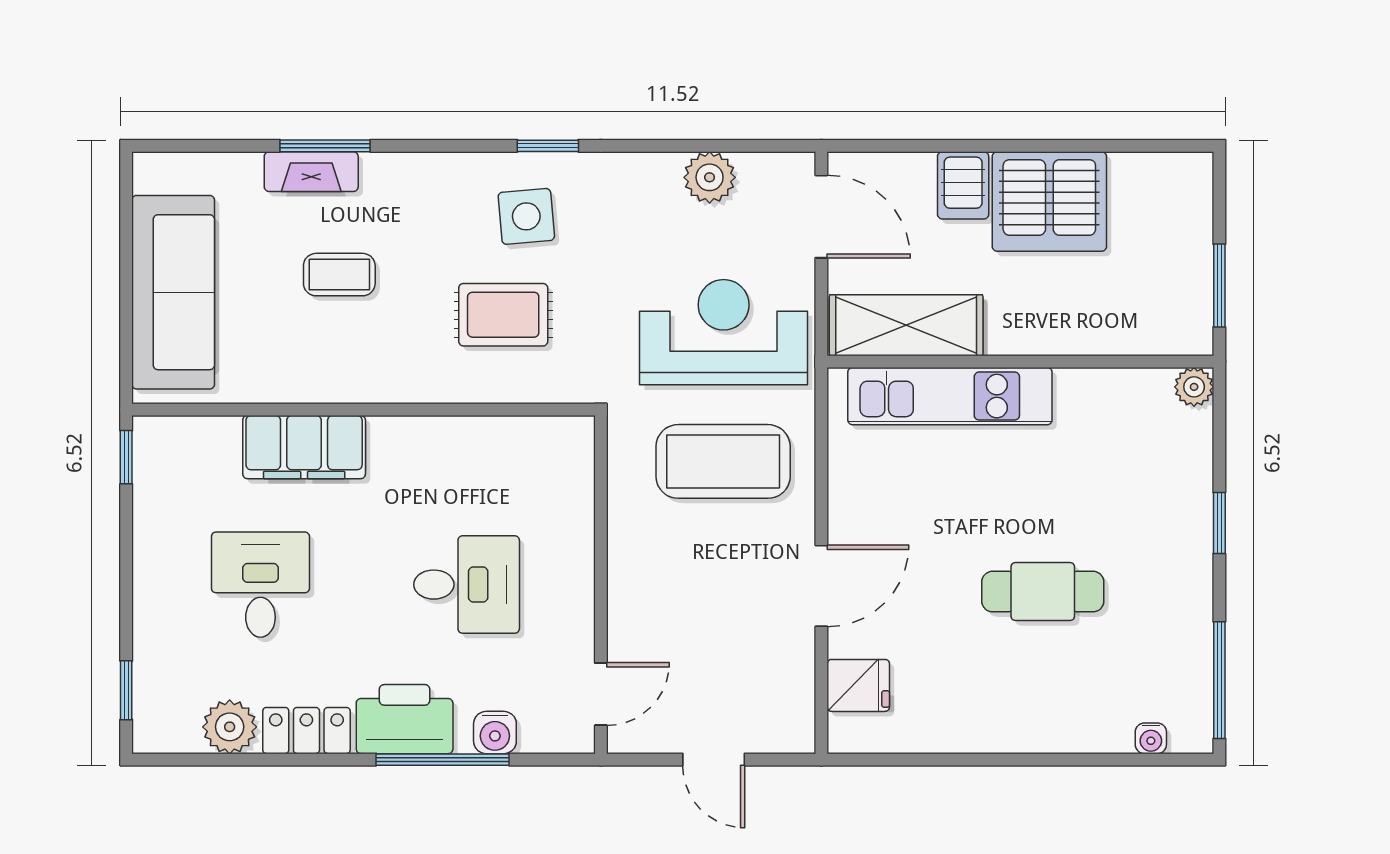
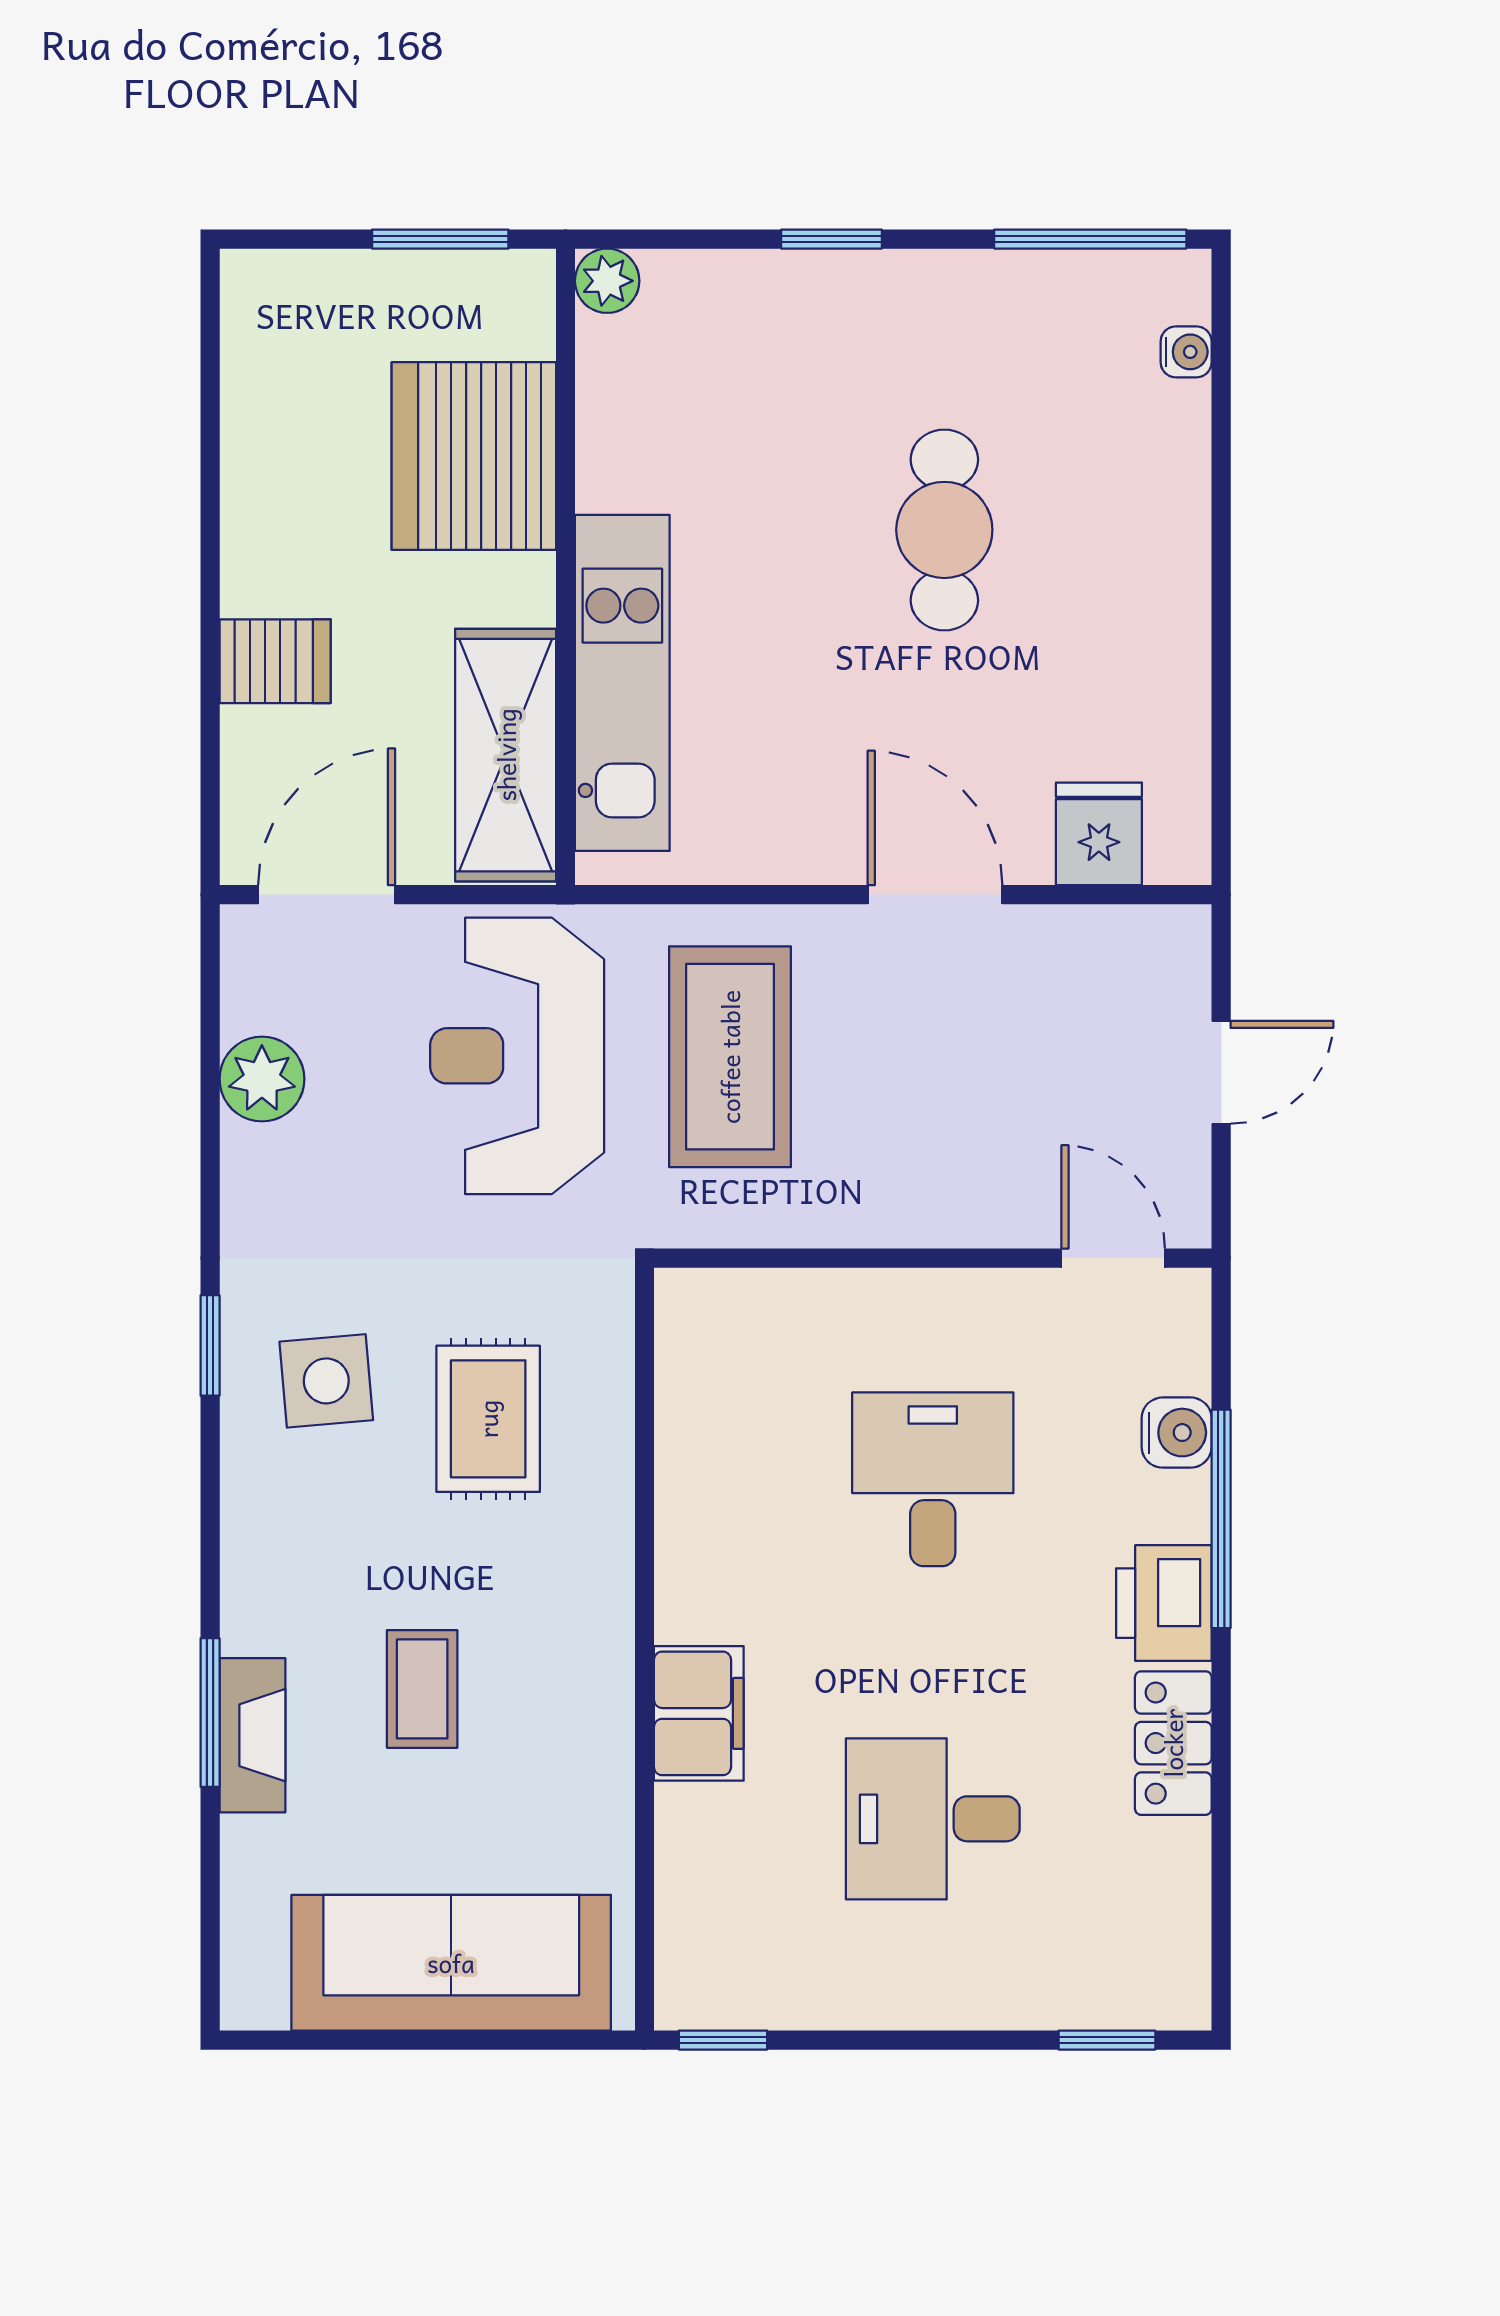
server rack: (1049, 201) -> (474, 456), moved, turned 180
filing cabinet: (304, 447) -> (699, 1713), width x0.67, depth x0.86
printer: (405, 719) -> (1164, 1603), width x0.73, depth x0.84
plant: (230, 727) -> (1167, 1870), removed

